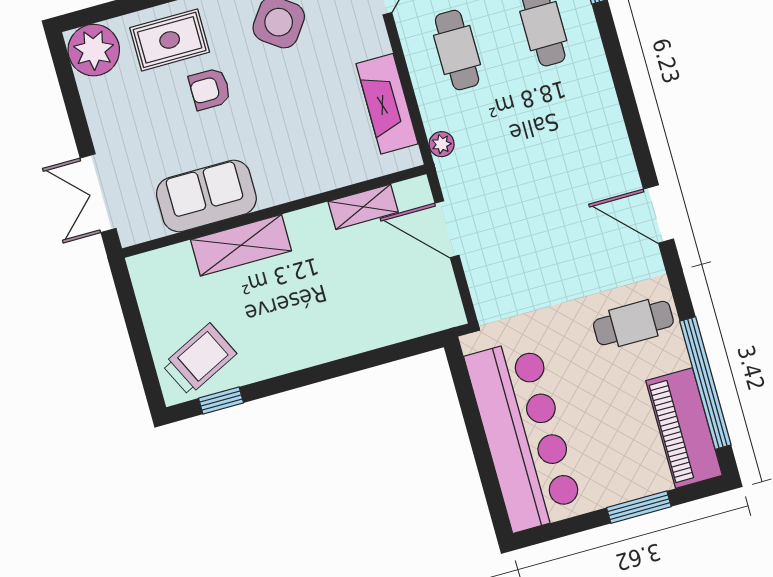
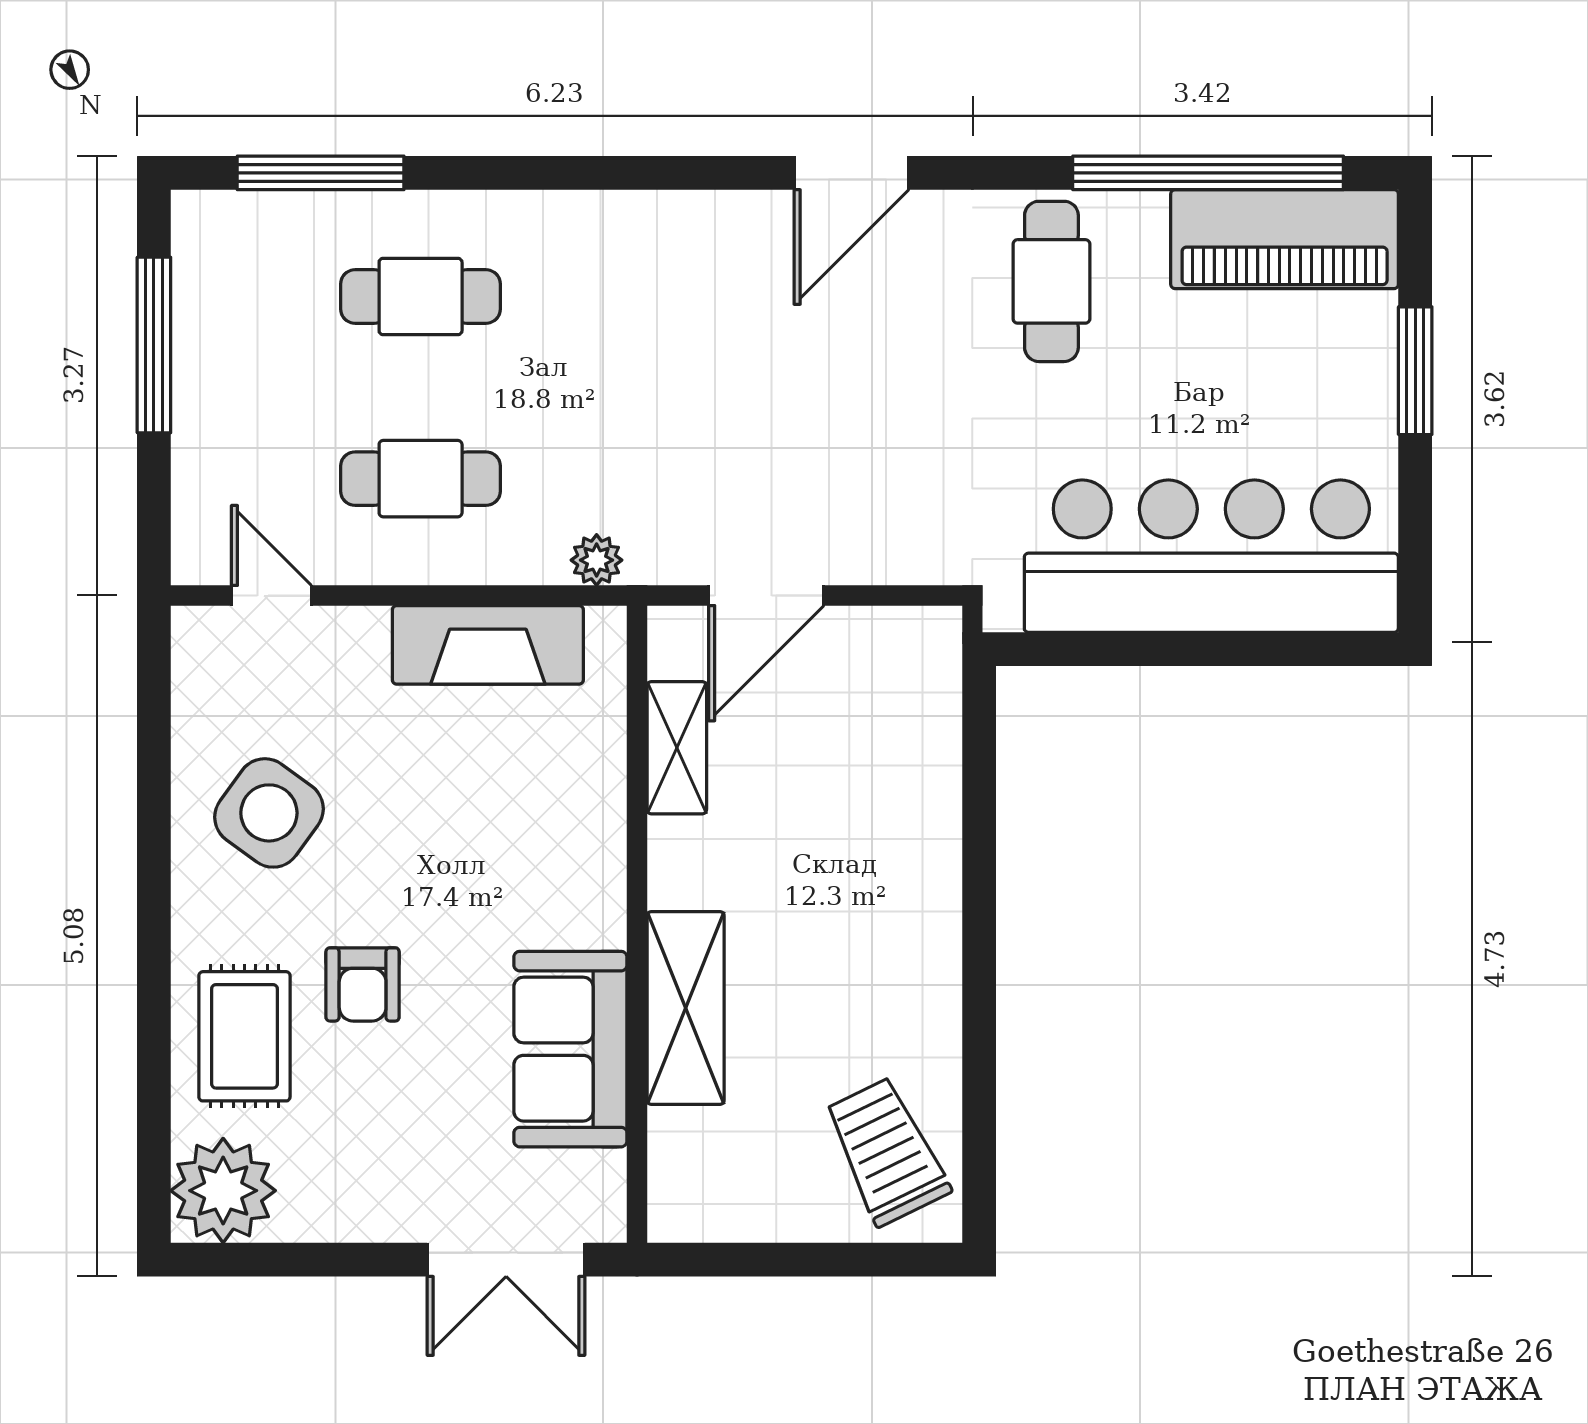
window: (221, 401) -> (979, 1131), removed

